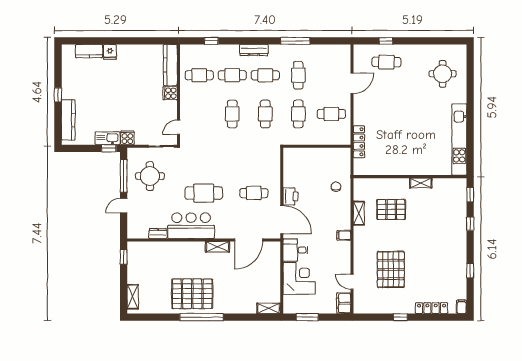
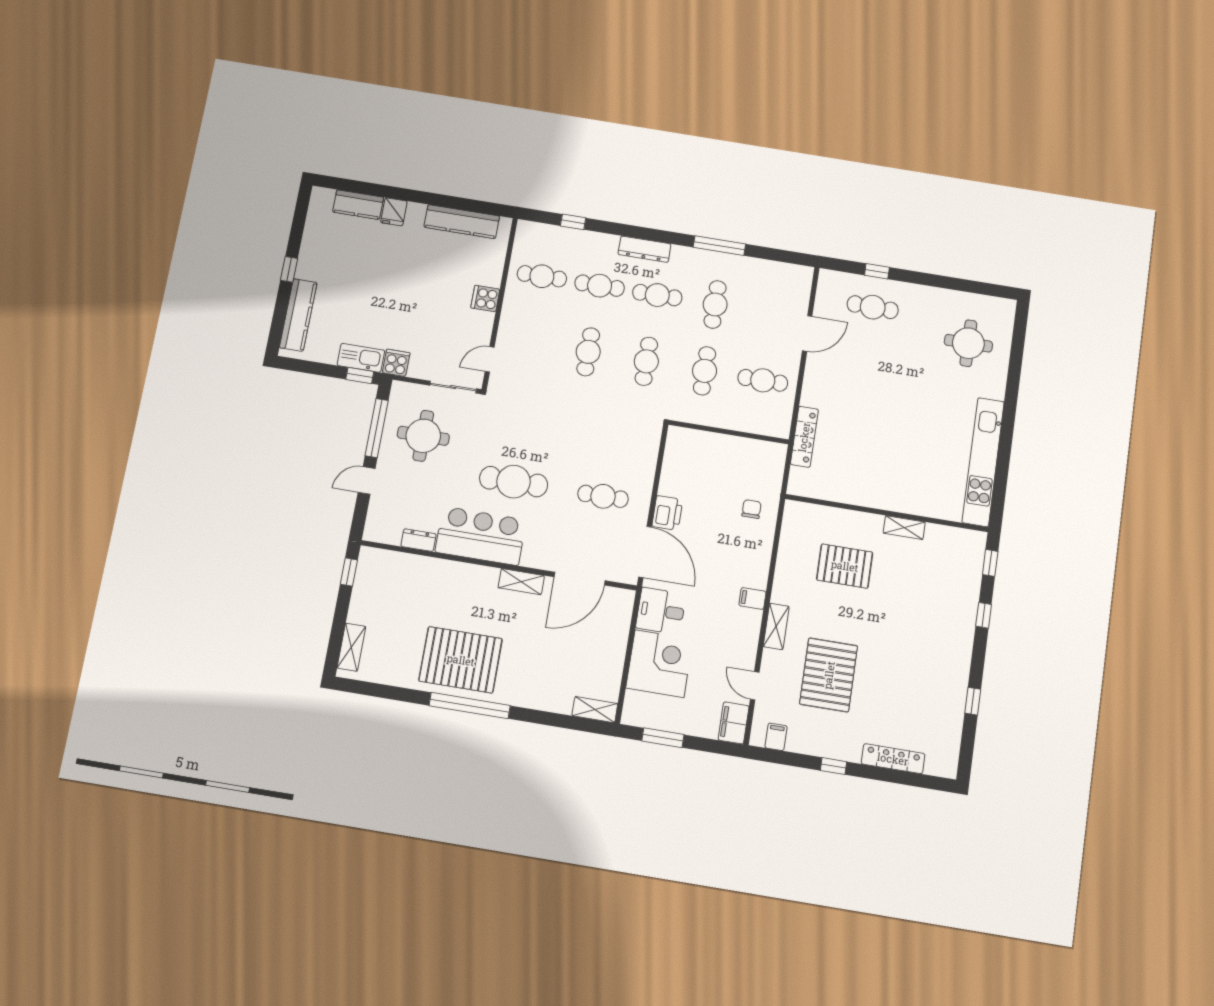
kitchen counter: (170, 65) -> (462, 222), moved, turned -90
shelving: (359, 213) -> (776, 626), moved
filing cabinet: (462, 307) -> (776, 737), moved

